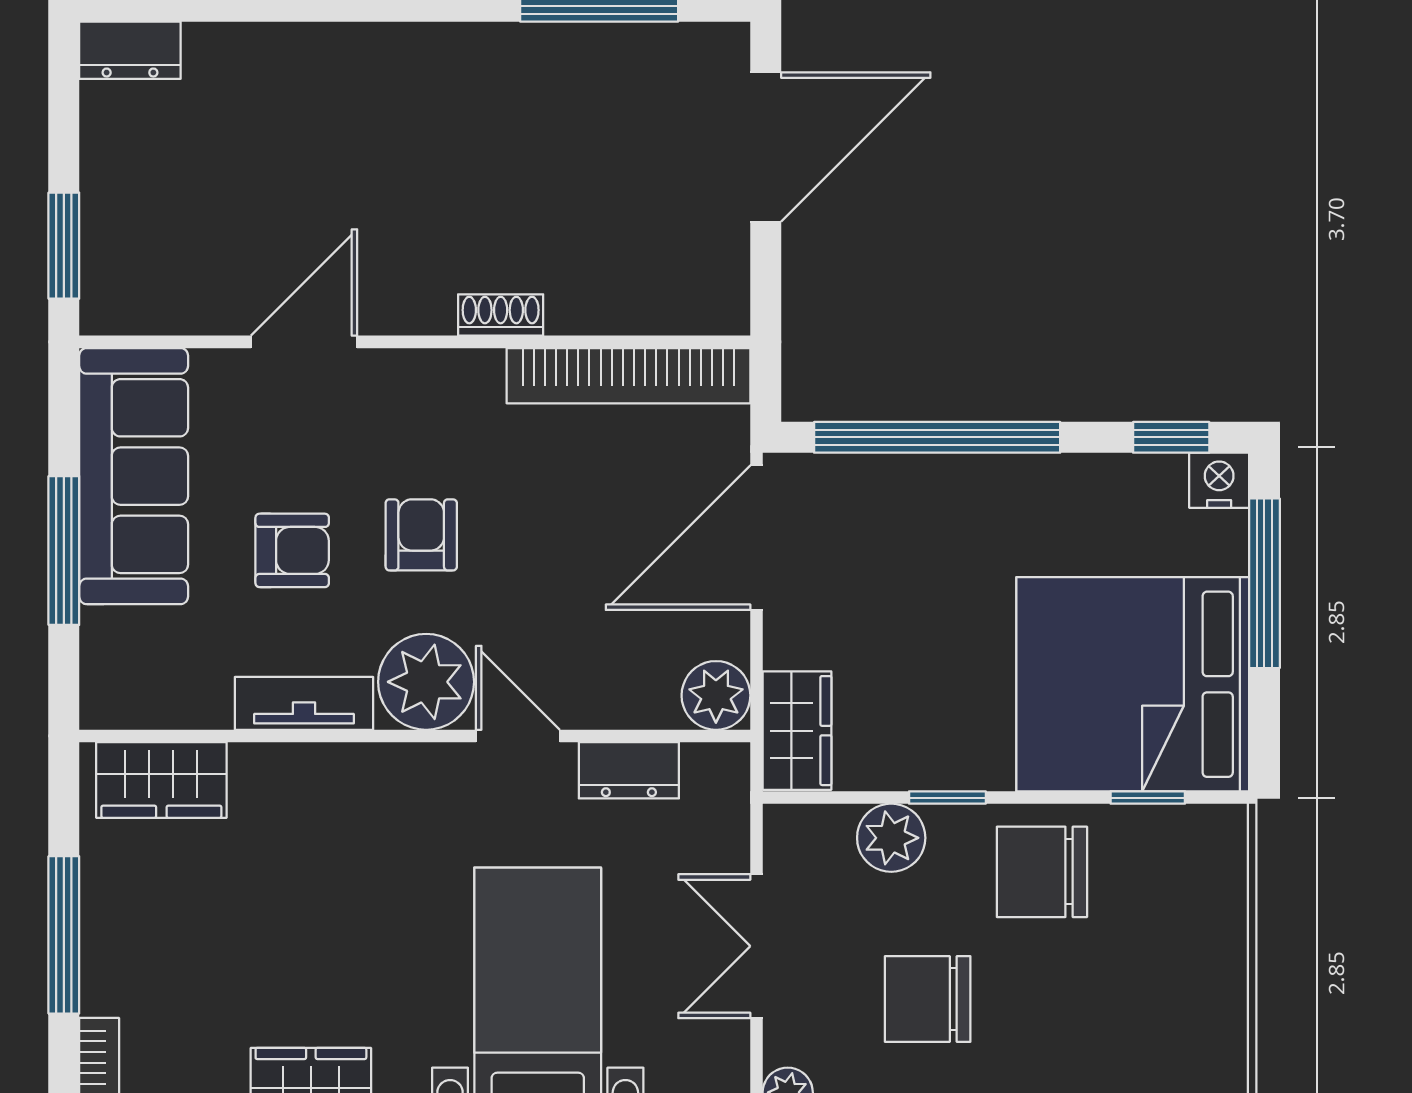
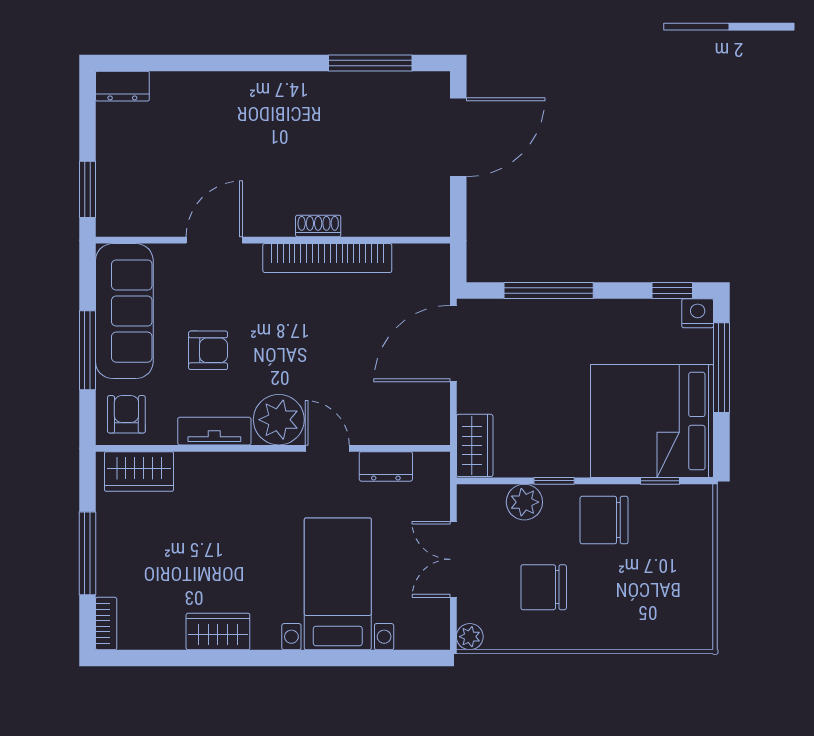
bookcase: (628, 376) -> (327, 258), moved
window: (937, 437) -> (549, 291), width x0.68
armchair: (421, 535) -> (126, 414), moved
plant: (716, 695) -> (432, 427), removed

